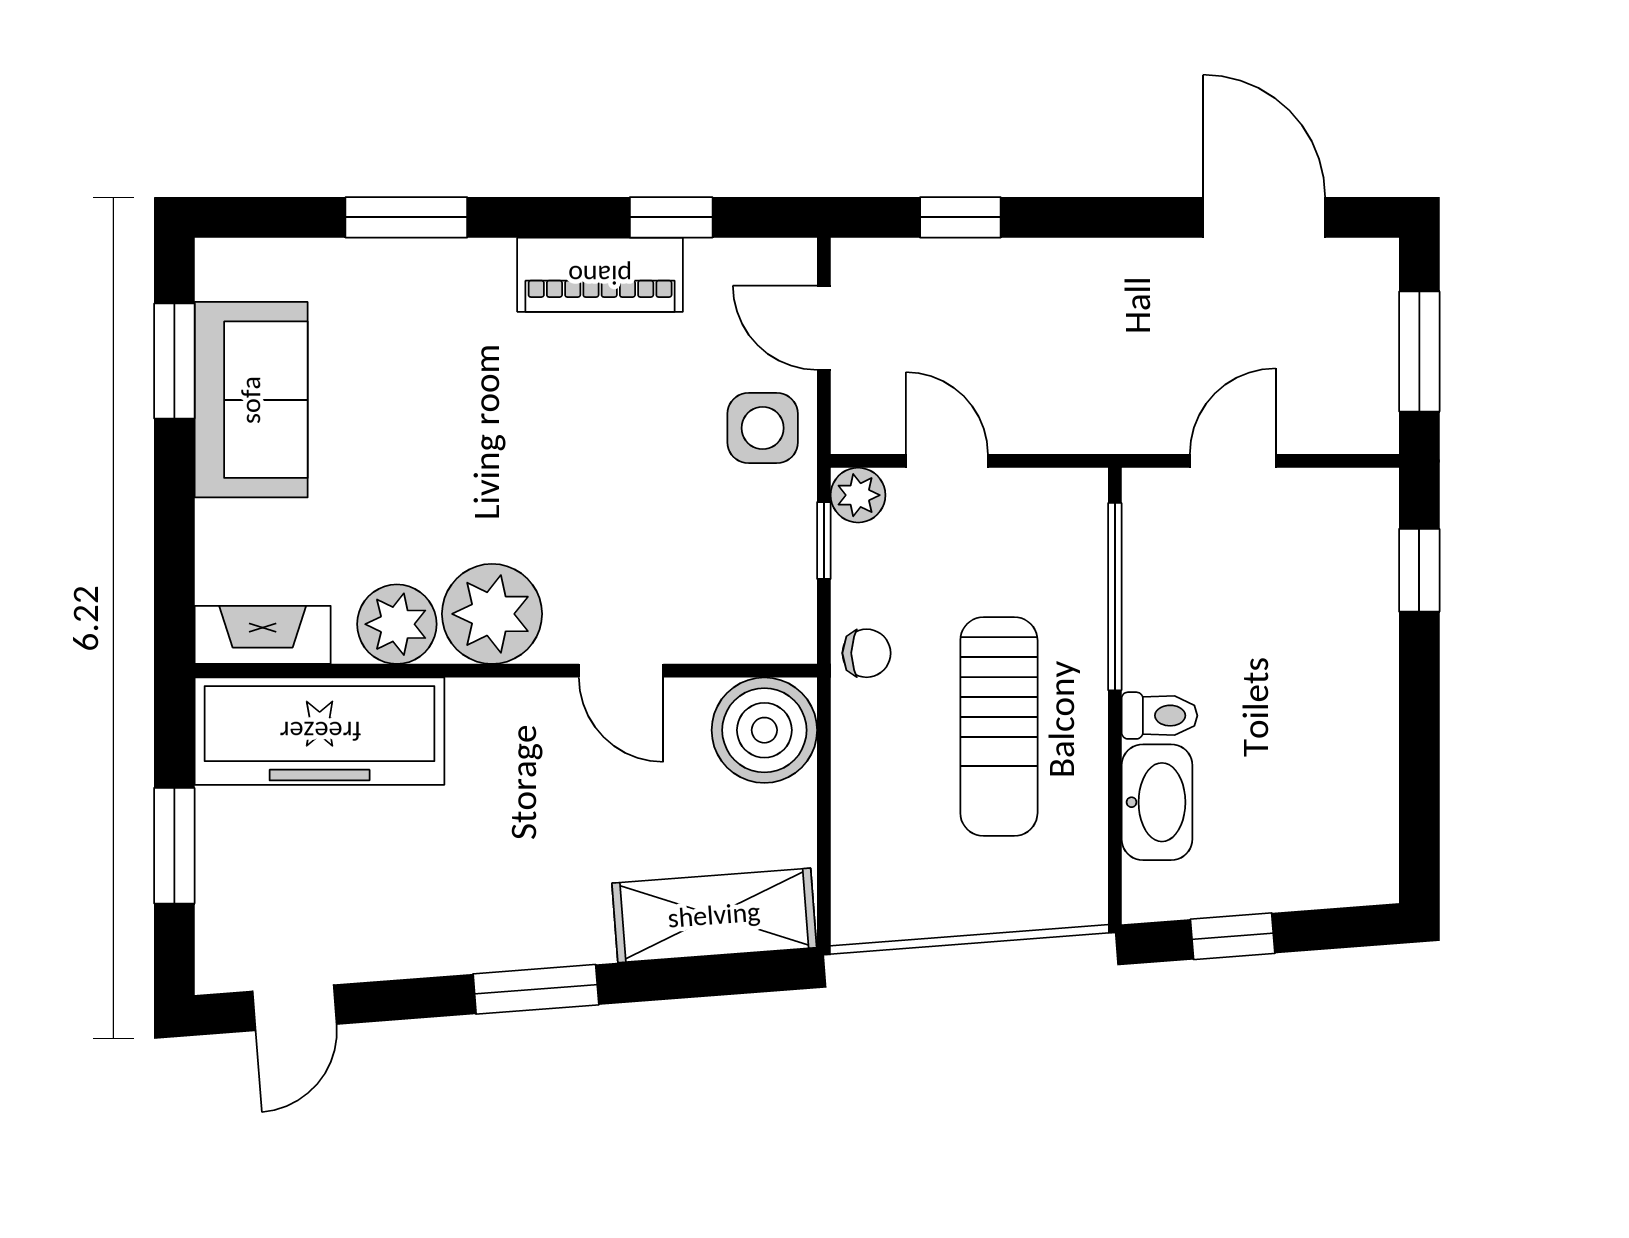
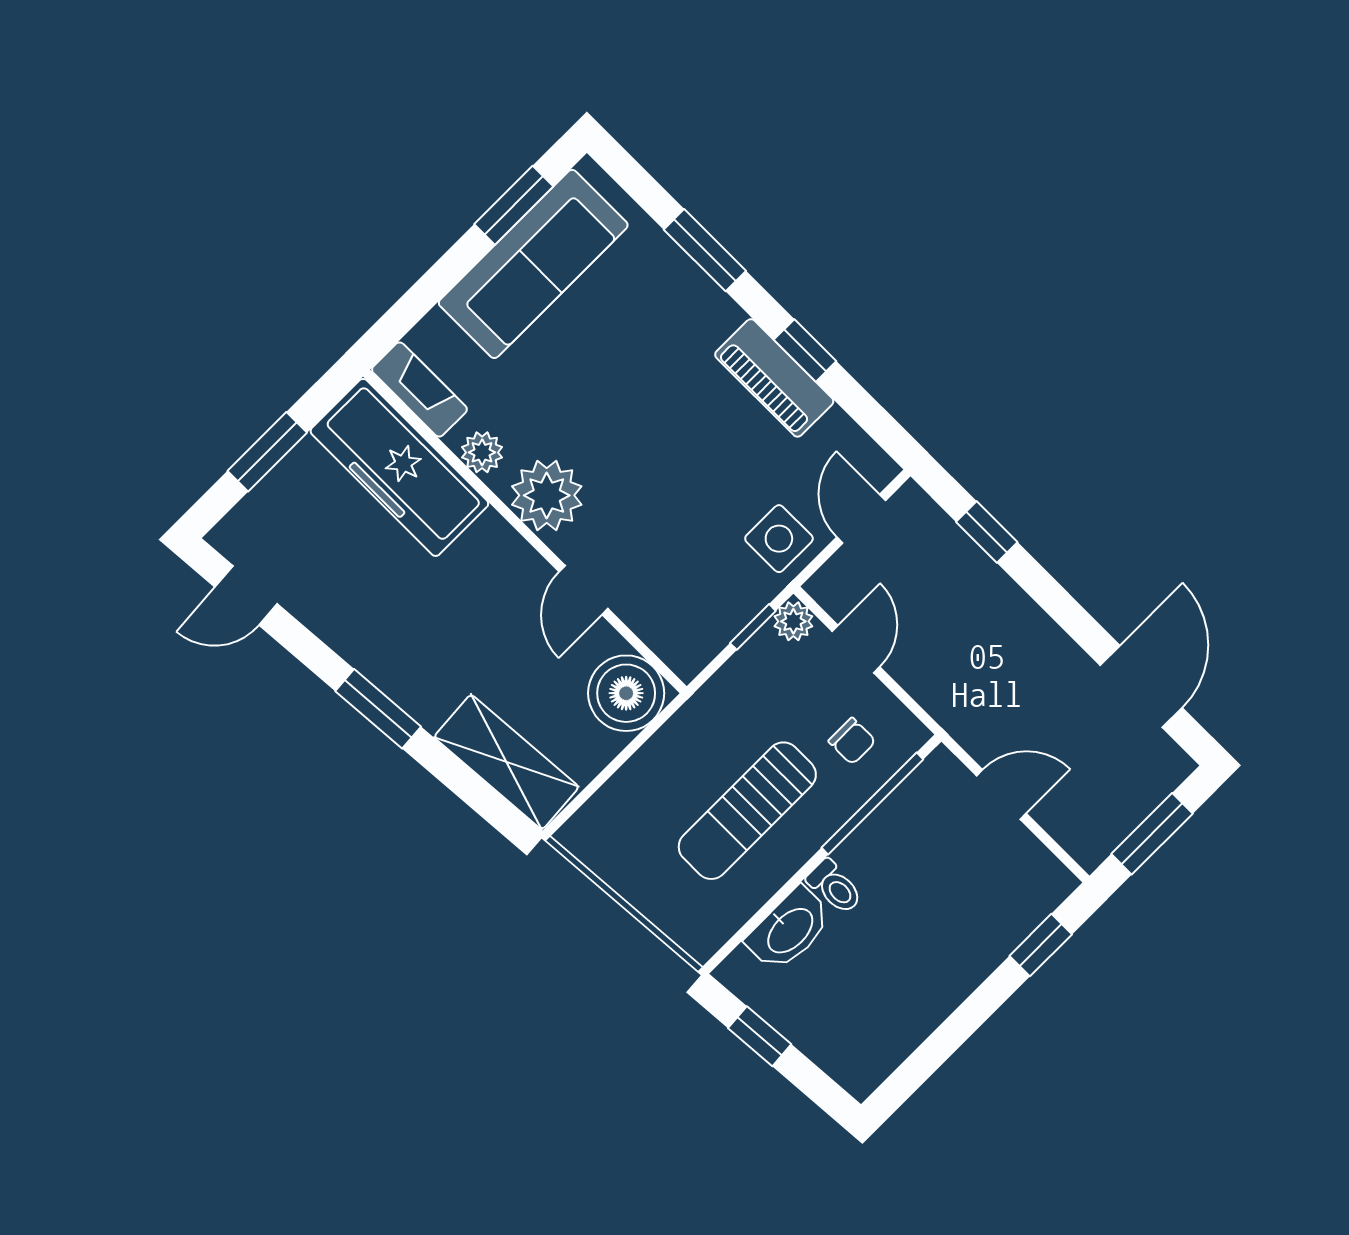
window: (671, 217) -> (805, 350), moved
sofa: (251, 400) -> (533, 264), width x1.36
plant: (397, 624) -> (482, 452), width x0.73, depth x0.73
chair: (867, 653) -> (852, 741), moved

